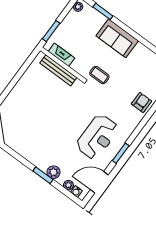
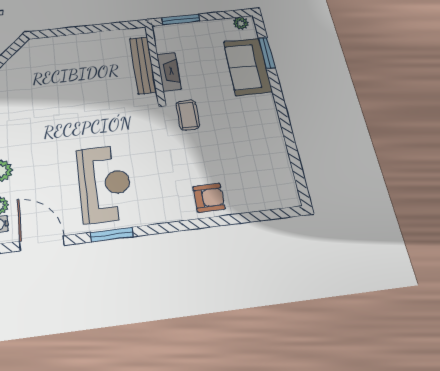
sofa: (117, 38) -> (248, 67), moved
fireplace: (61, 55) -> (169, 72), moved
reception desk: (97, 137) -> (104, 183), turned -90

